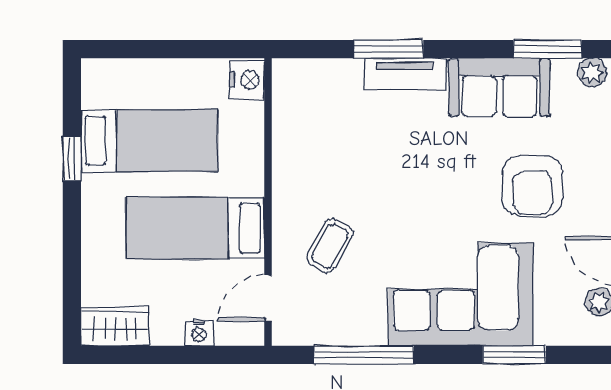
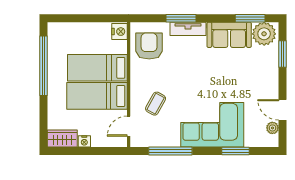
plant: (592, 72) -> (264, 34), width x1.87, depth x1.87
bed: (149, 141) -> (97, 68), moved, turned 180
window: (72, 159) -> (44, 66), width x3.17
armchair: (533, 186) -> (149, 46), moved, turned 180
nightstand: (199, 333) -> (84, 141), moved

